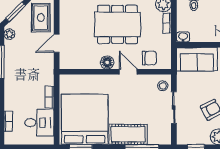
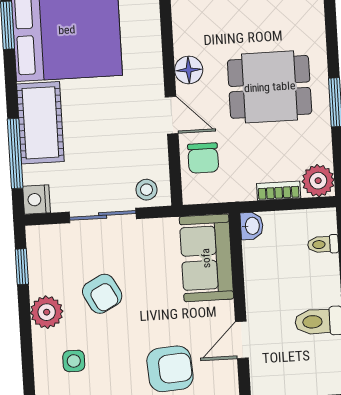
dining table: (118, 24) -> (270, 87), width x0.73
door: (128, 72) -> (172, 115), hinge flipped
nightstand: (164, 138) -> (37, 200), added

